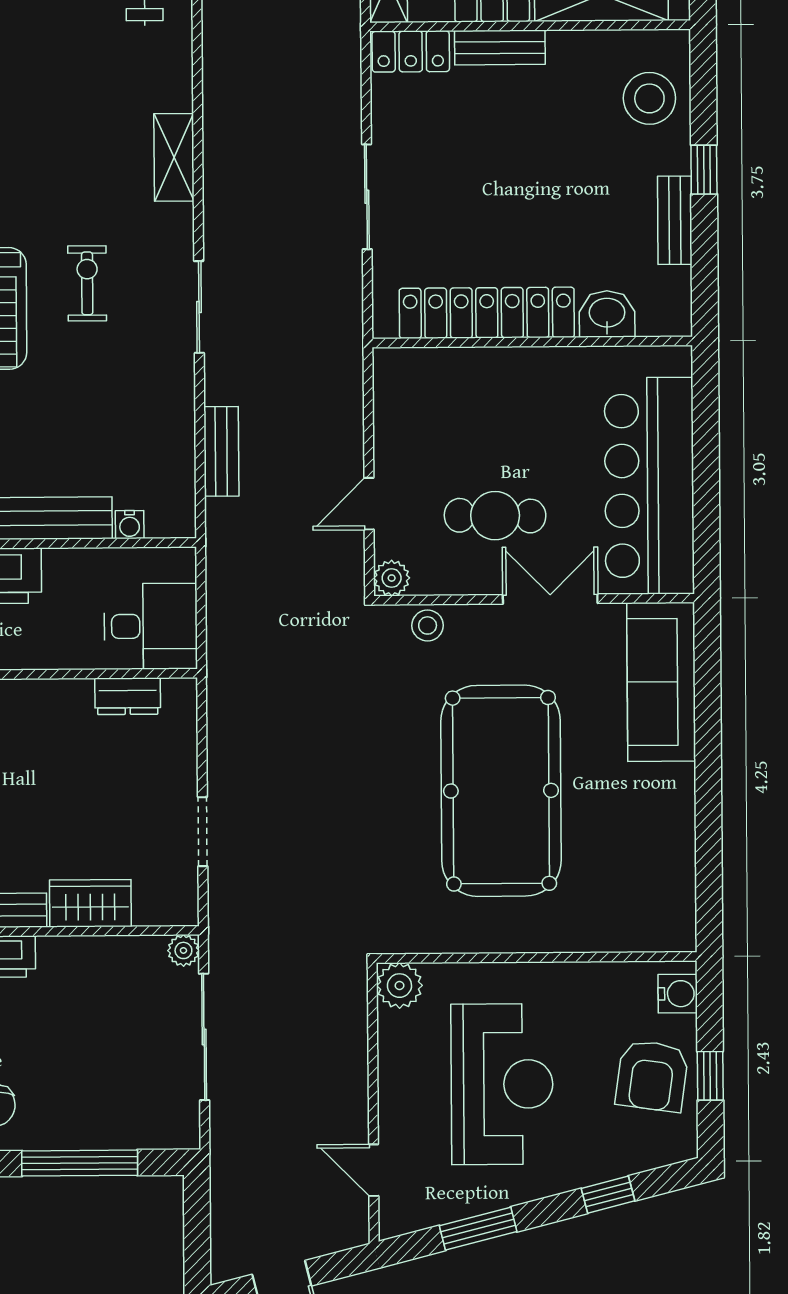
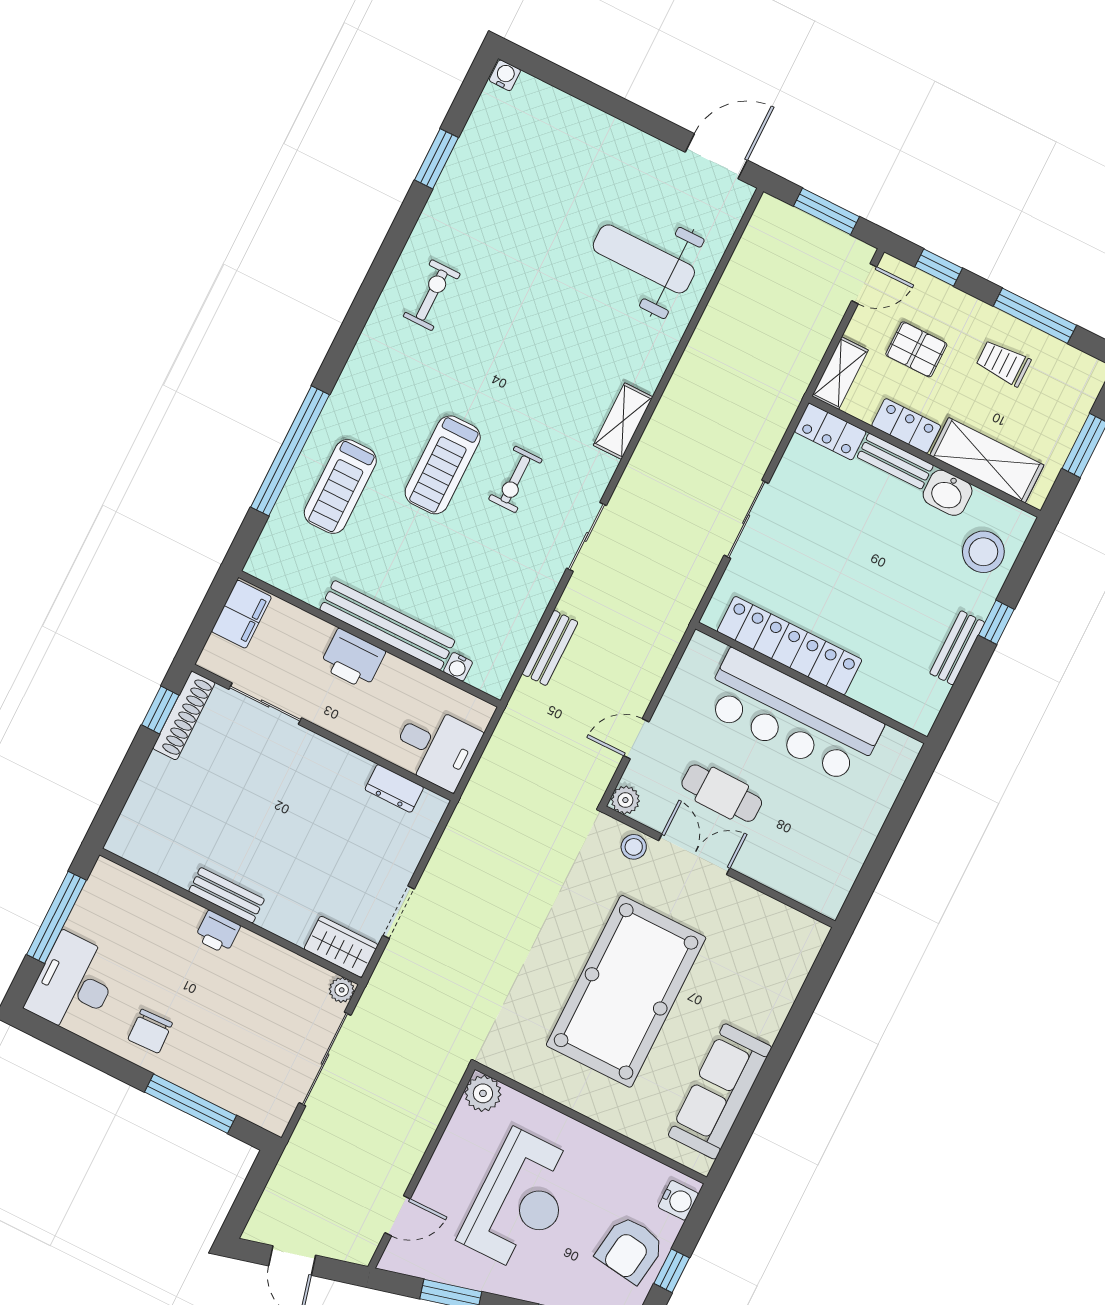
exercise bike: (87, 283) -> (515, 479), turned 180
washbasin: (607, 314) -> (948, 493), moved, turned 180
bar counter: (649, 486) -> (792, 717), moved, turned -90
double door: (550, 599) -> (694, 854), moved
sofa: (661, 682) -> (720, 1091), moved
wardrobe: (90, 903) -> (341, 947), moved
door: (374, 1170) -> (397, 1216), swing flipped

